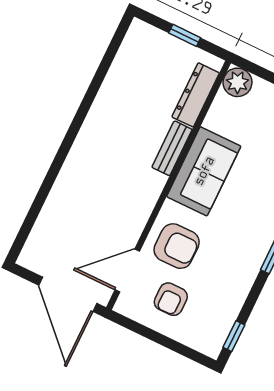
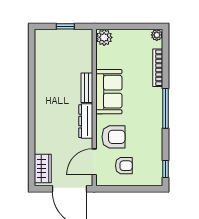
dresser: (196, 95) -> (86, 121), moved
wardrobe: (41, 242) -> (43, 168), added
armchair: (171, 299) -> (124, 166), turned -90

